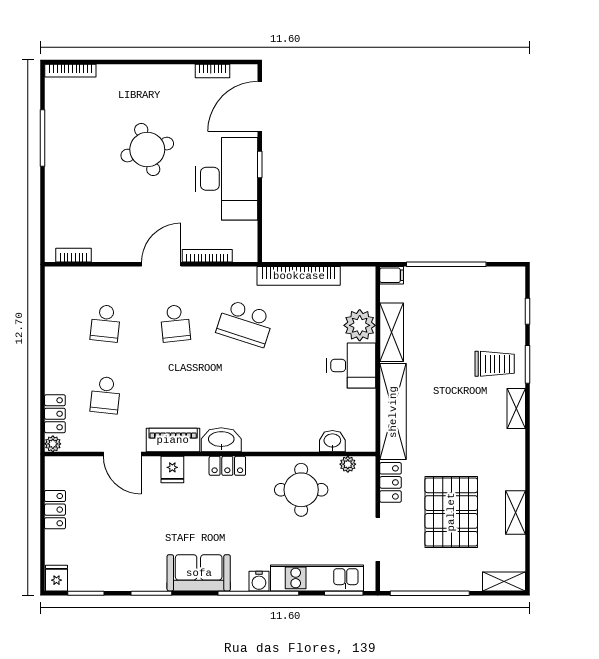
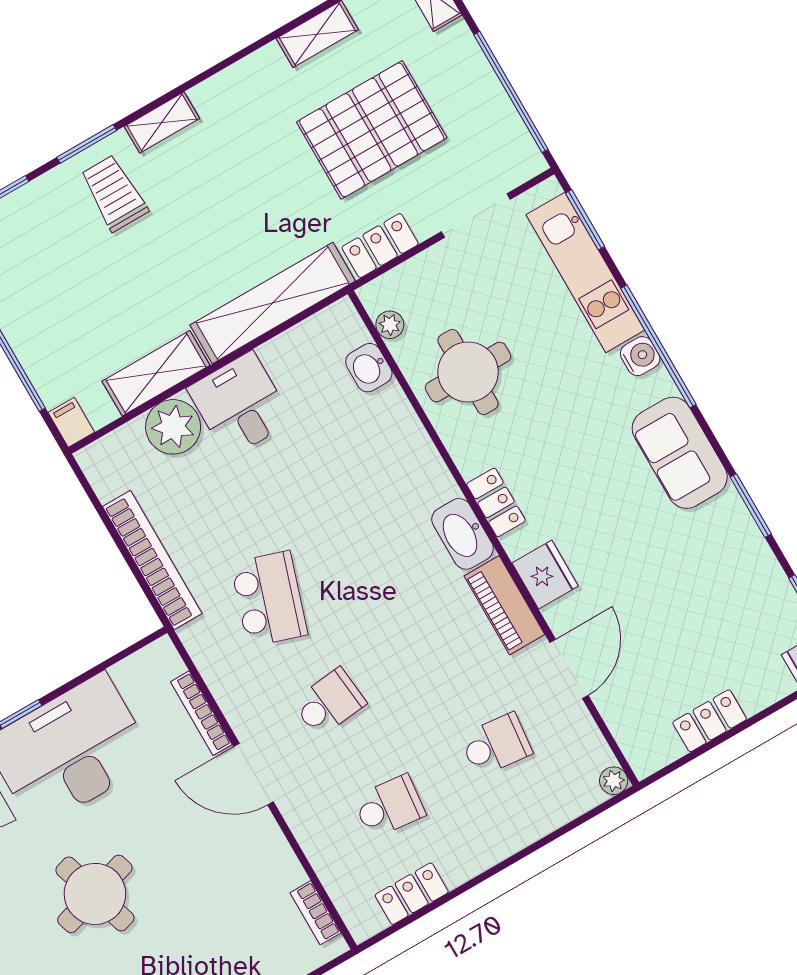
locker: (55, 414) -> (412, 894), moved
fridge: (172, 470) -> (545, 575), width x1.38

